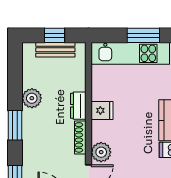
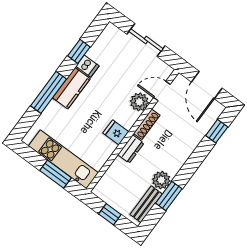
window: (143, 35) -> (56, 174), moved
bench: (55, 50) -> (146, 204), moved, turned 90
window: (15, 125) -> (169, 196), moved

